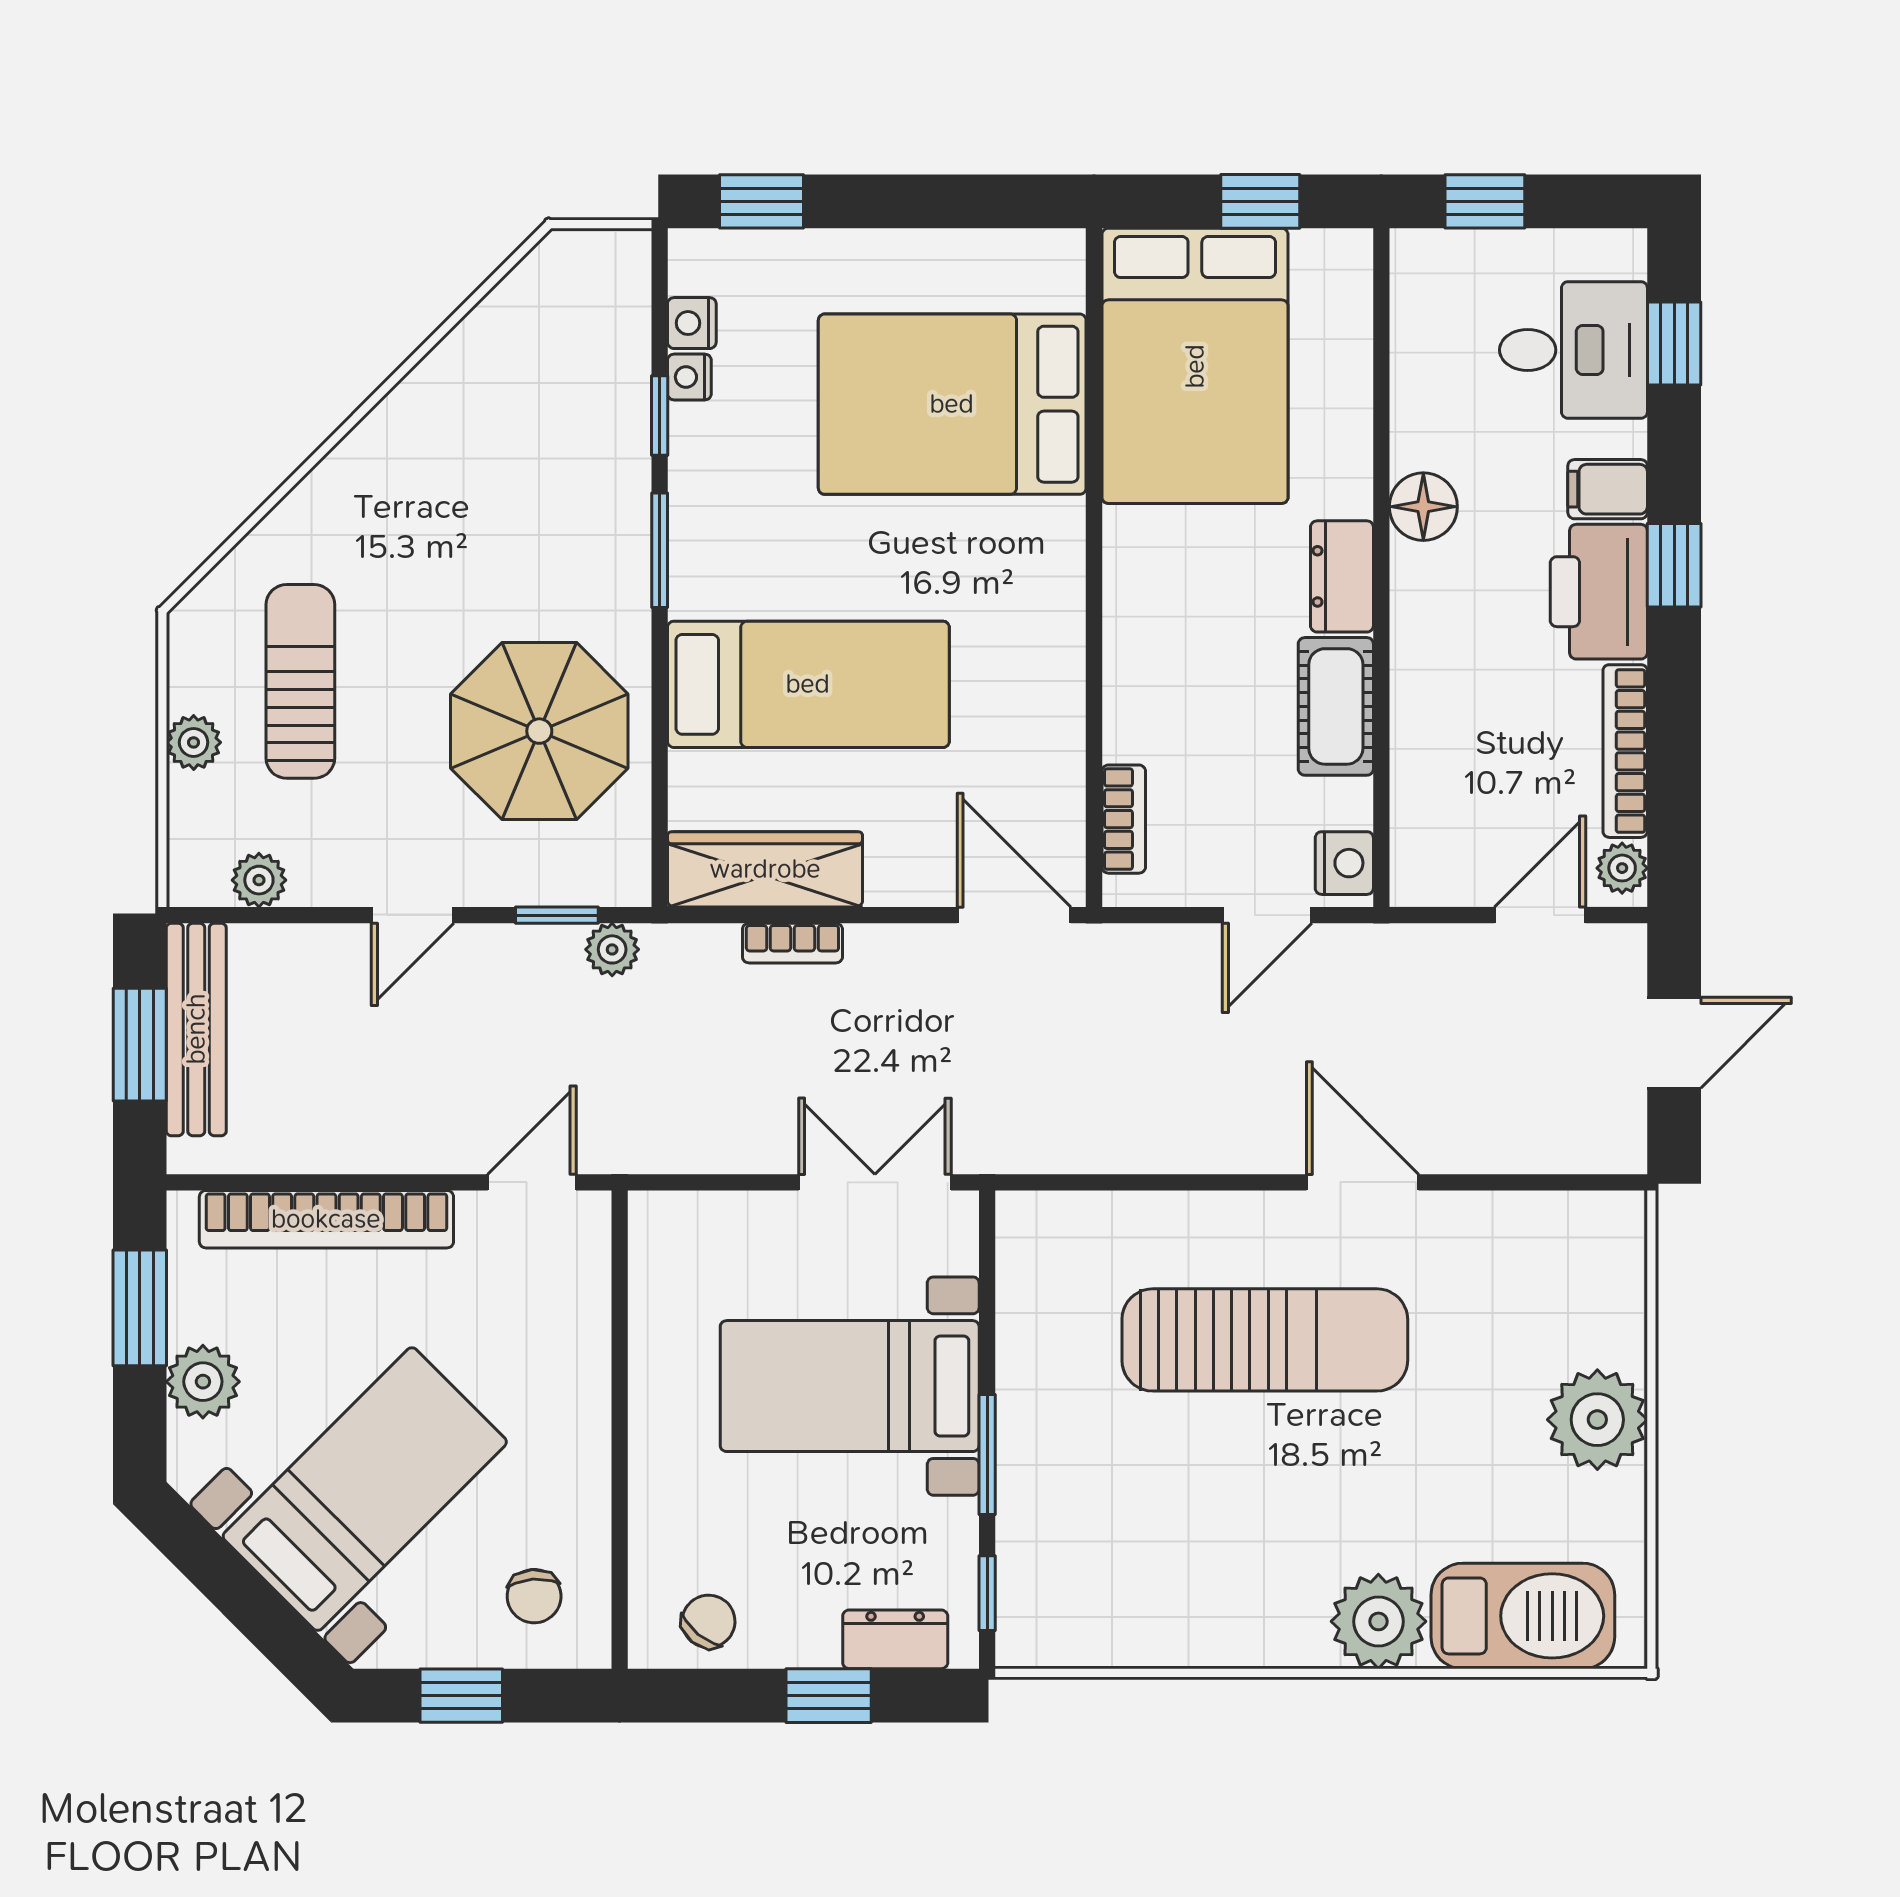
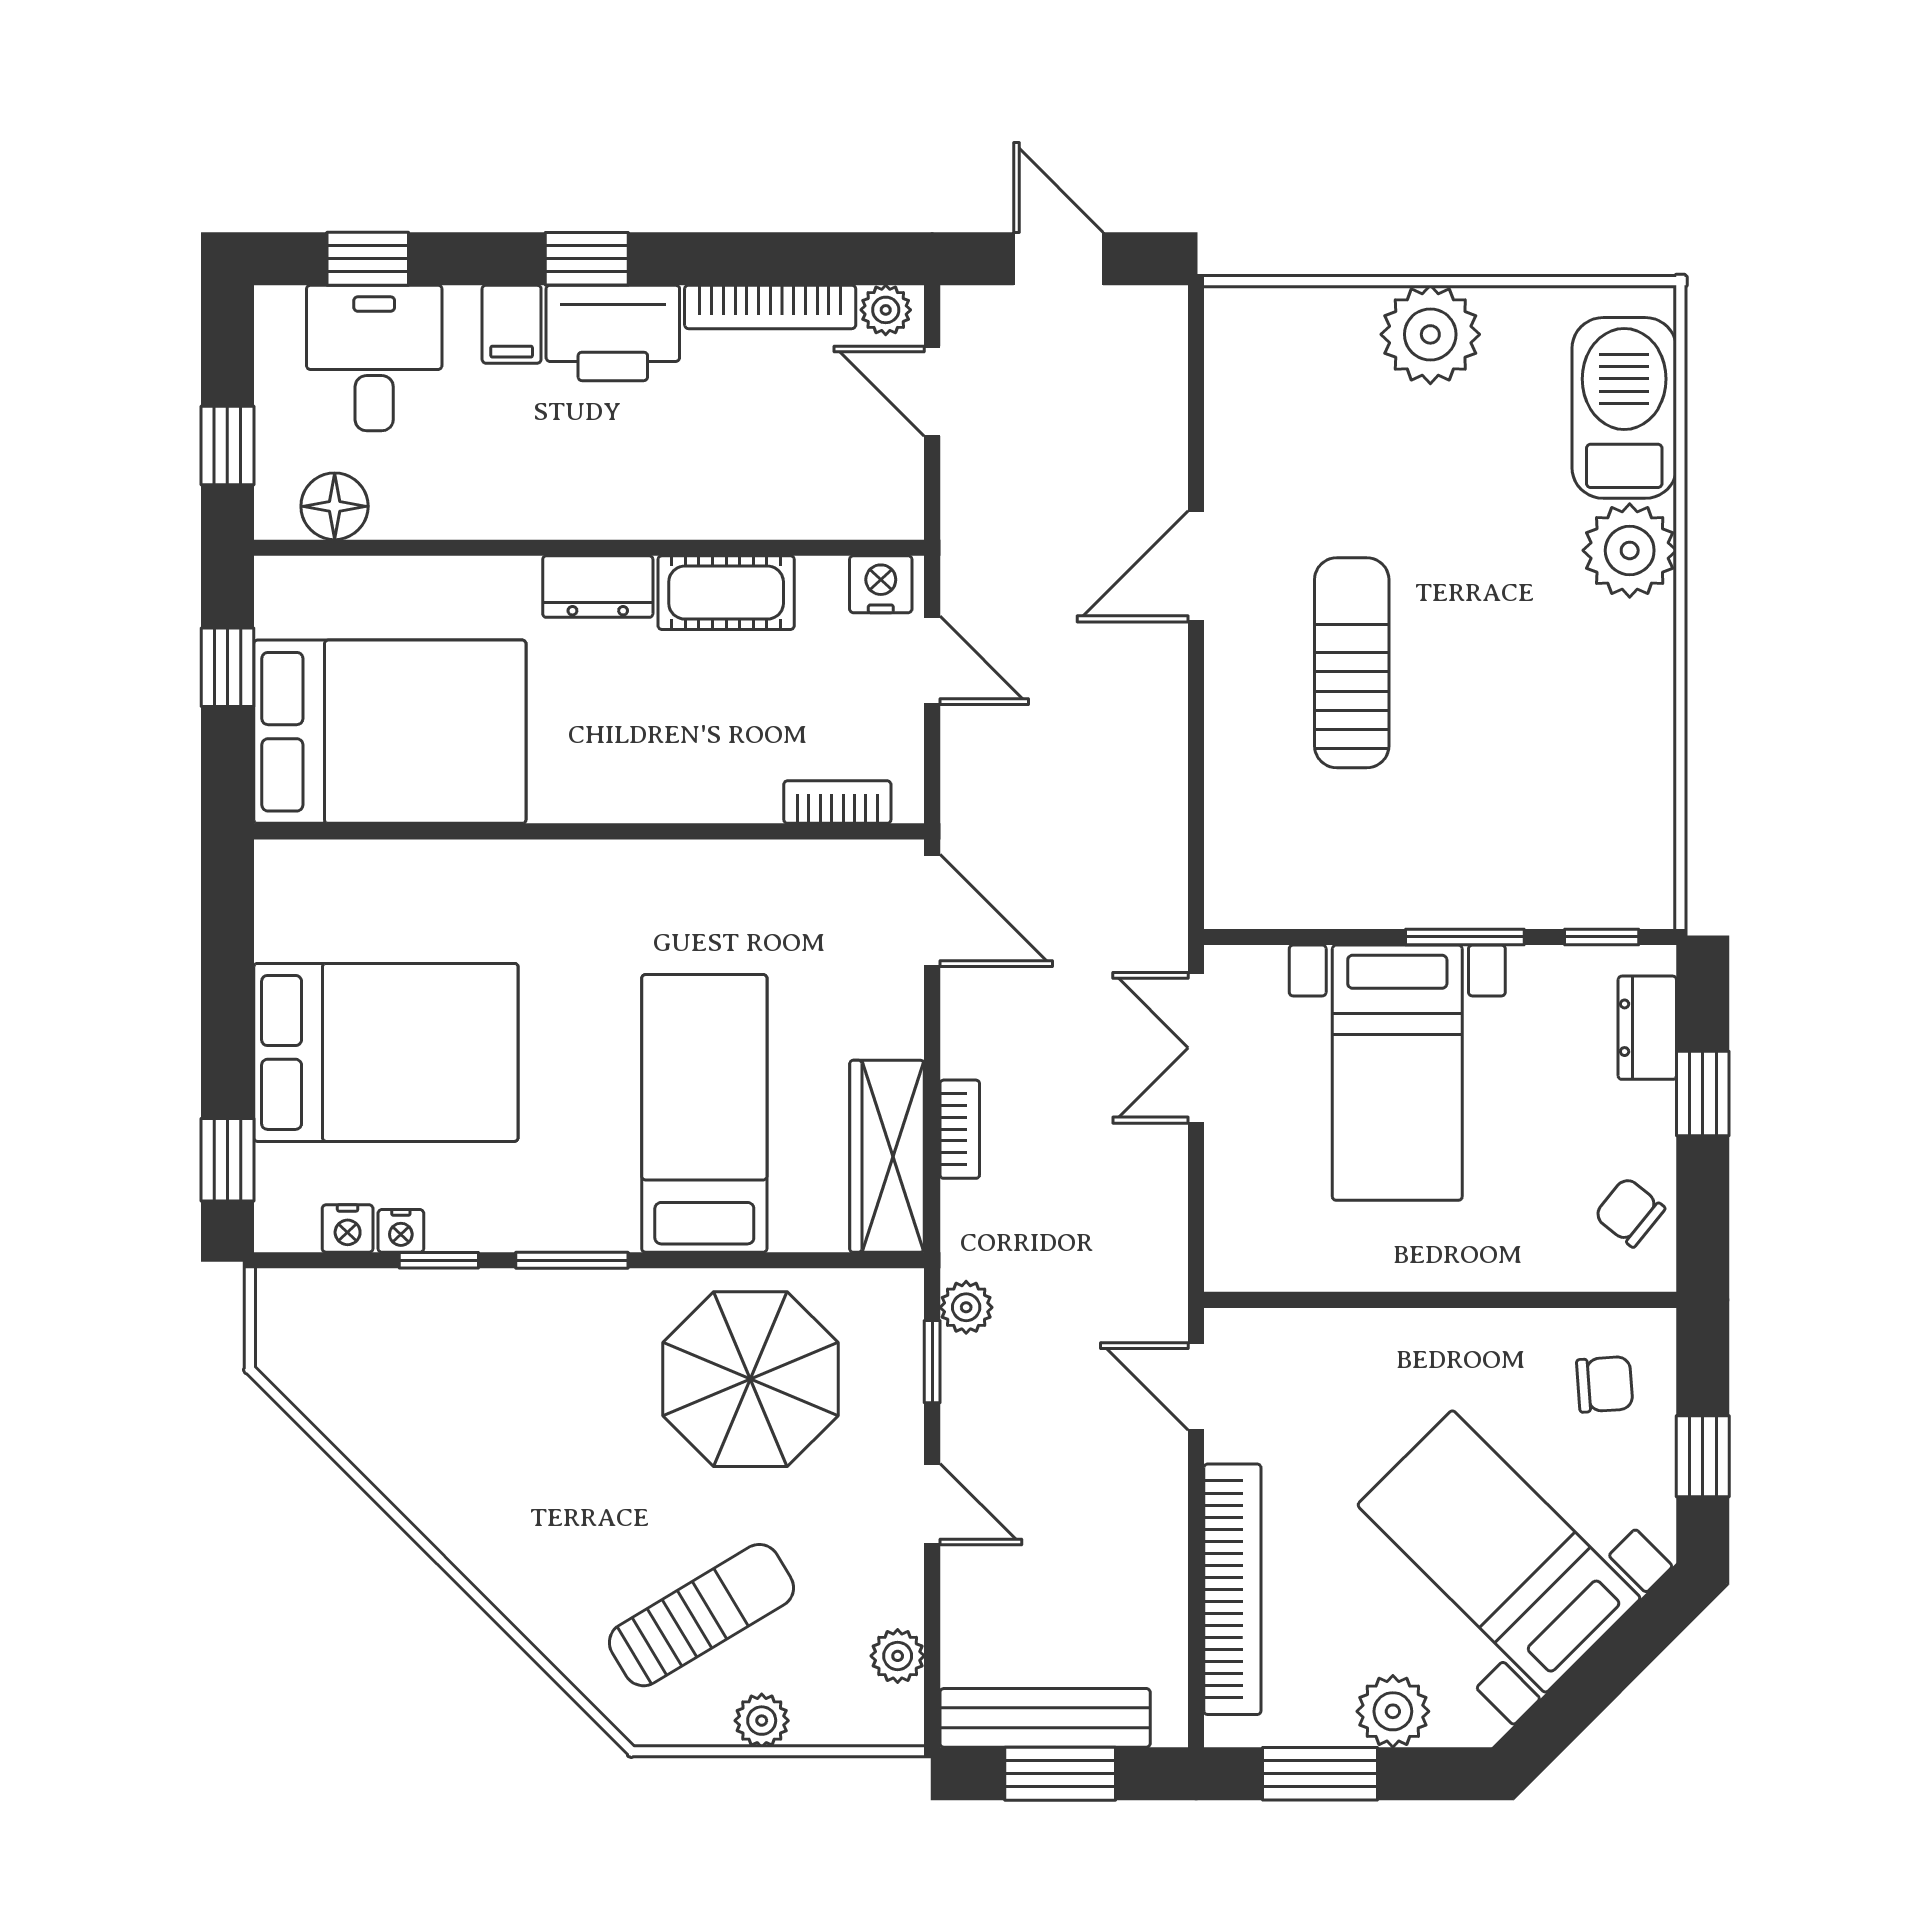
bed: (952, 404) -> (386, 1052), moved, turned -90
floor lamp: (1423, 507) -> (335, 506), moved
sun lounger: (300, 681) -> (701, 1615), turned 149
door: (1014, 915) -> (932, 910), swing flipped
sun lounger: (1265, 1340) -> (1352, 663), width x0.73, depth x0.75

